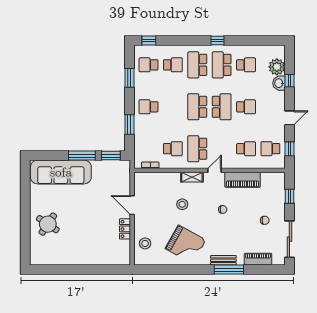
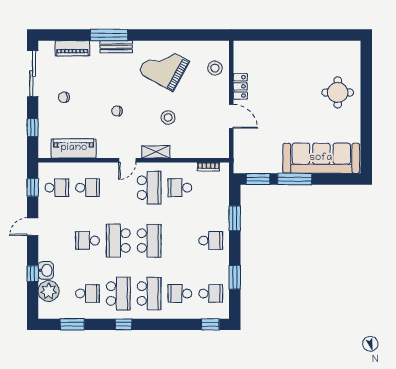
window: (258, 40) -> (72, 324), added
school desk: (246, 65) -> (88, 293), turned 180
school desk: (246, 149) -> (88, 188), turned 180
piano: (243, 180) -> (74, 148), moved
round table: (48, 224) -> (338, 92), turned -34

